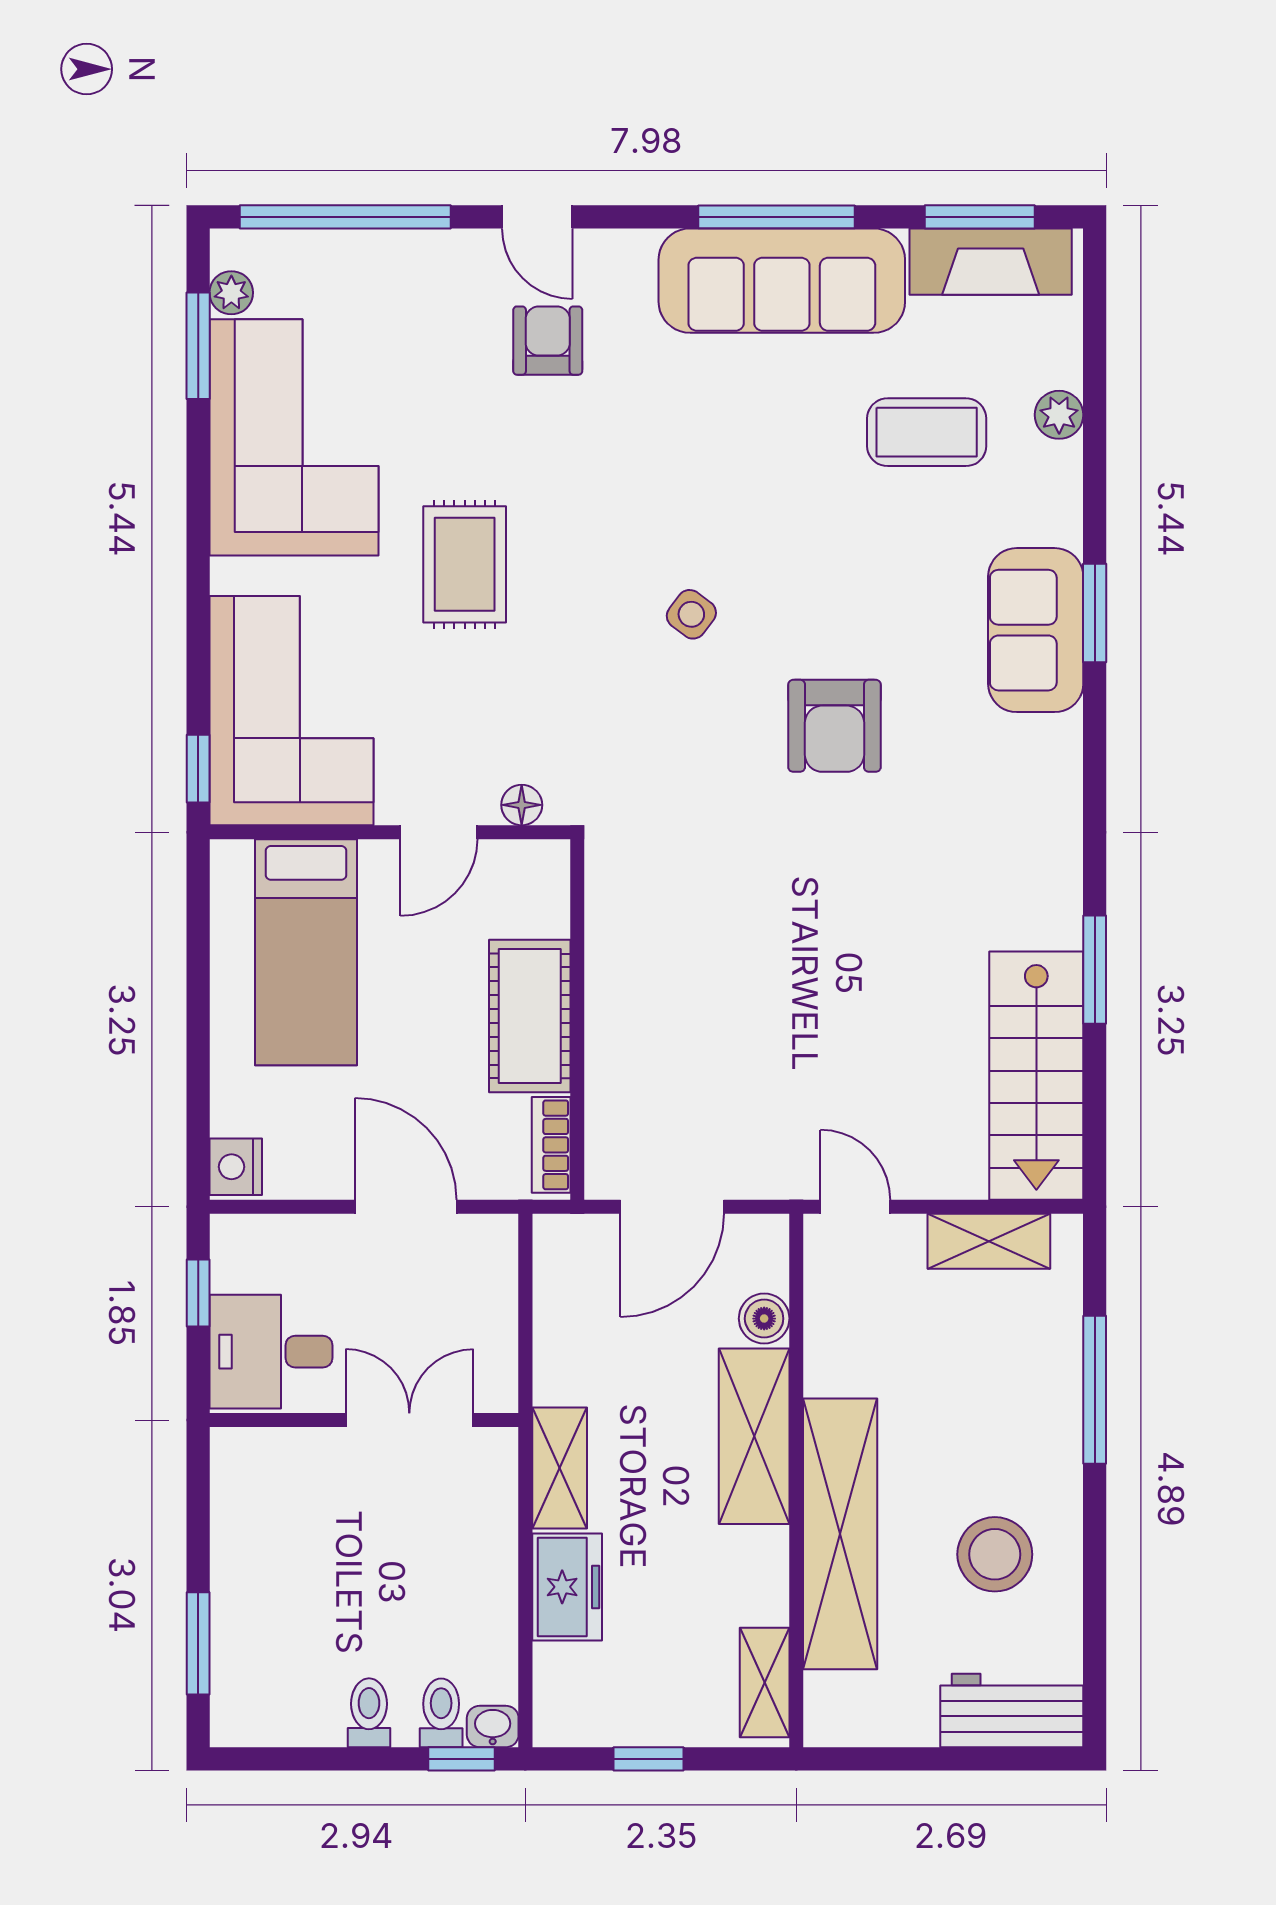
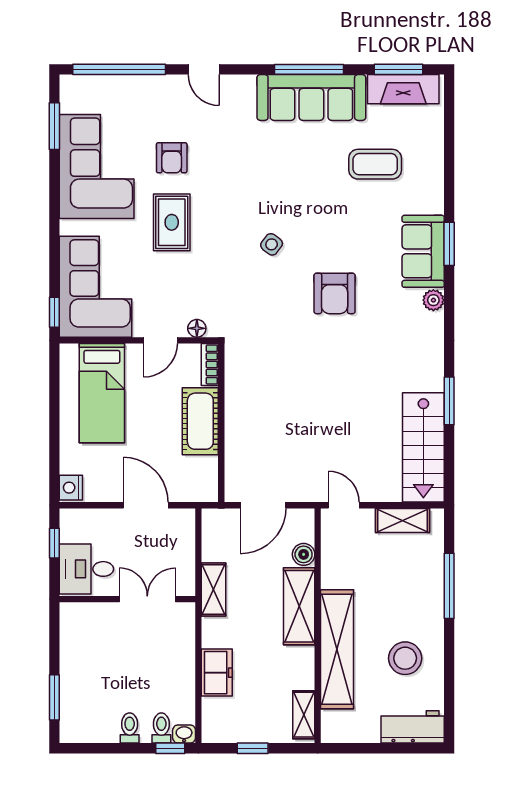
plant: (231, 293) -> (69, 103), removed
armchair: (548, 341) -> (172, 158), moved, turned 180
plant: (1059, 415) -> (433, 300), moved
bookcase: (551, 1145) -> (210, 364), moved
shelving: (560, 1468) -> (214, 589), moved

